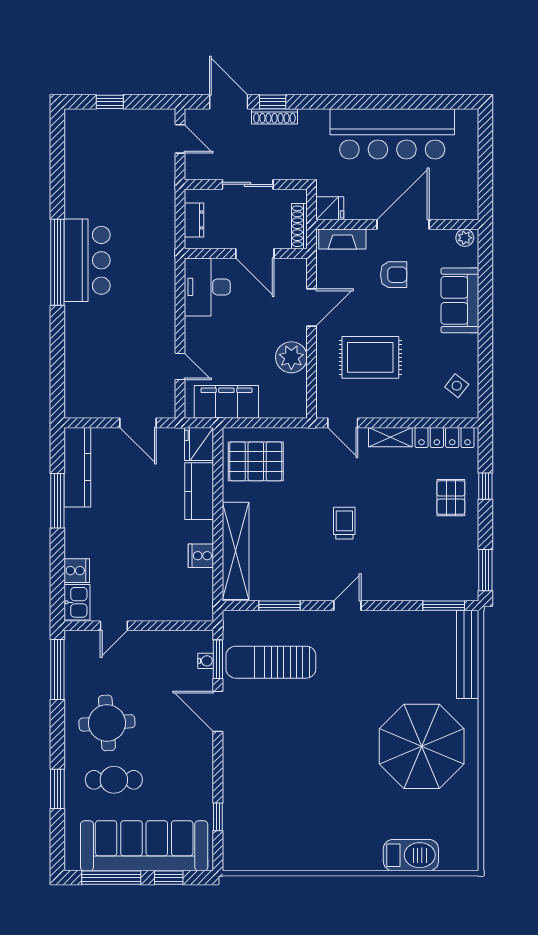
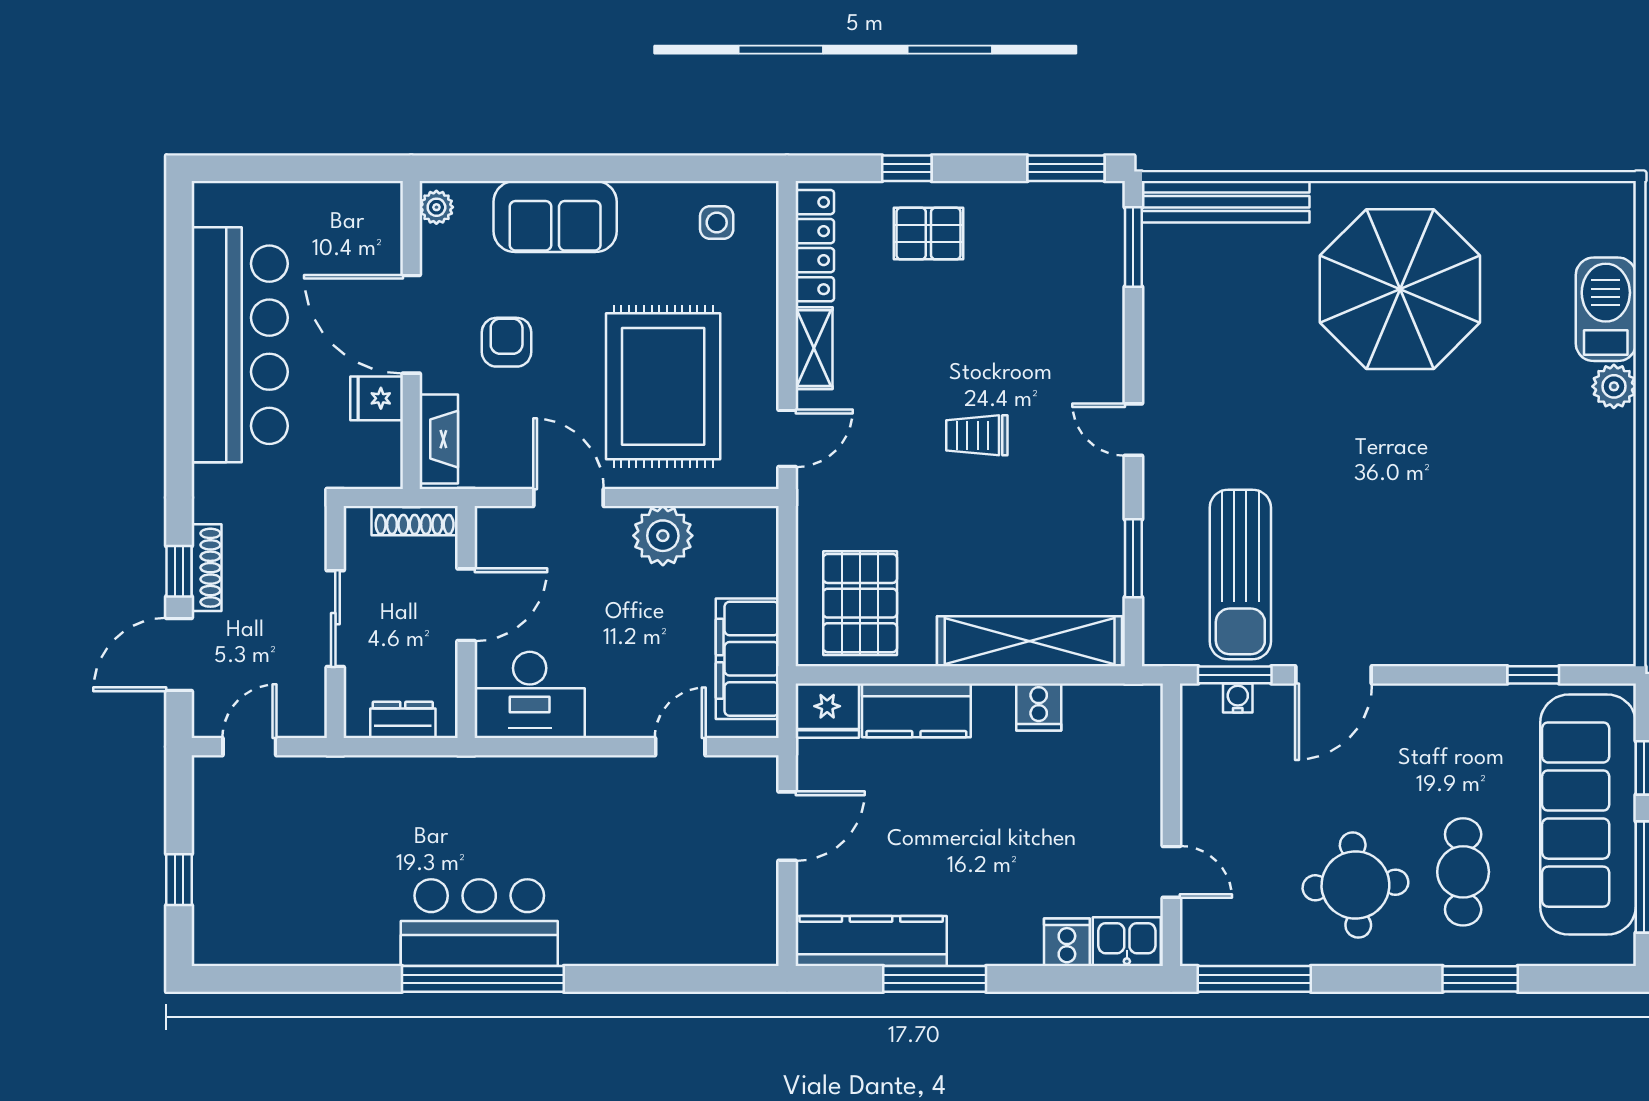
fridge: (330, 208) -> (377, 398), moved, turned -90
rug: (370, 357) -> (663, 386), width x1.37, depth x1.44
side table: (457, 386) -> (717, 223), turned -38
plant: (370, 859) -> (1614, 386), added

